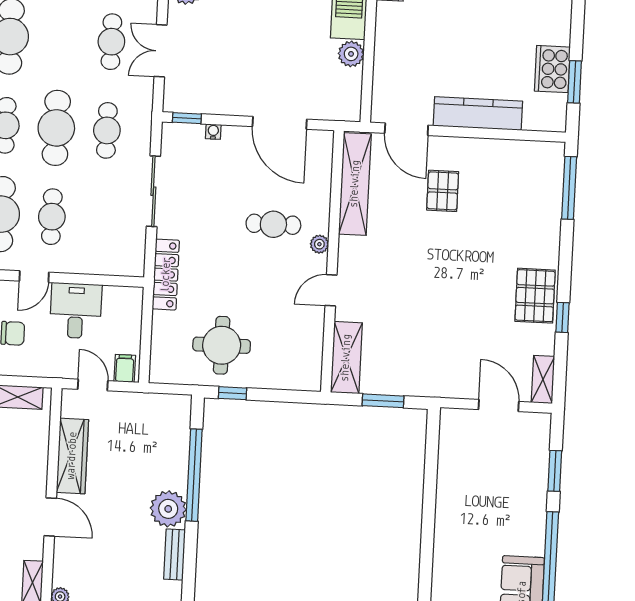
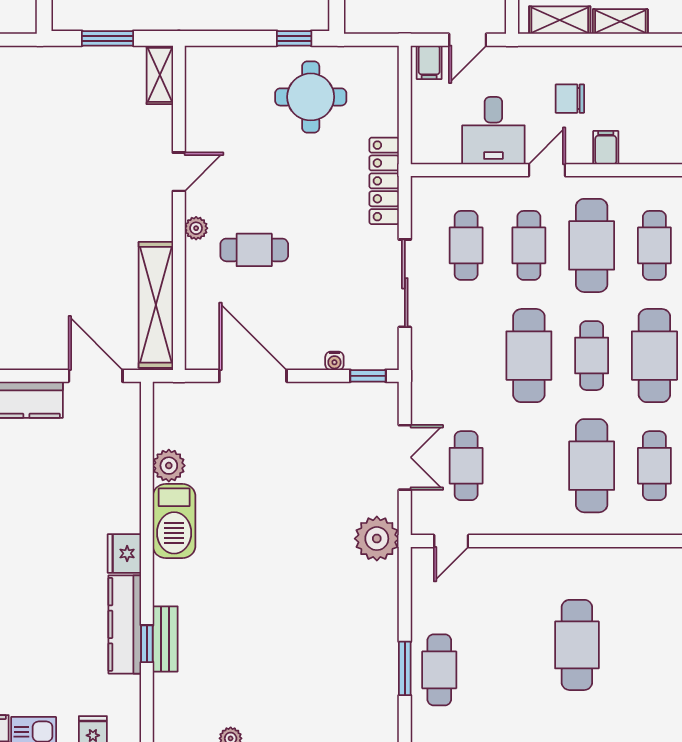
cafe table: (107, 130) -> (466, 245), moved
pallet: (443, 191) -> (47, 302), removed
shelving: (346, 358) -> (160, 75), width x0.67, depth x0.75
door: (93, 385) -> (468, 40), hinge flipped

